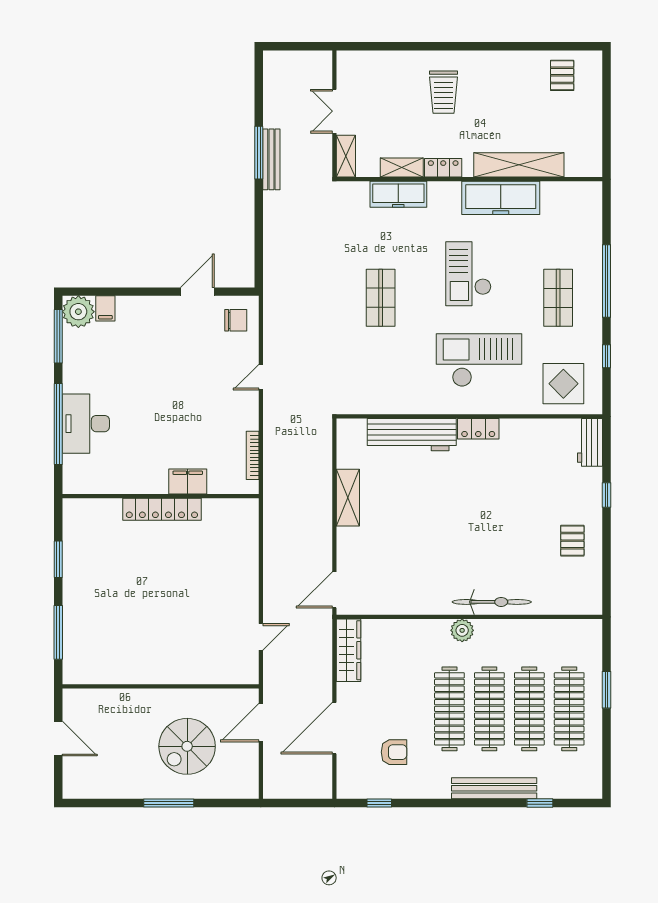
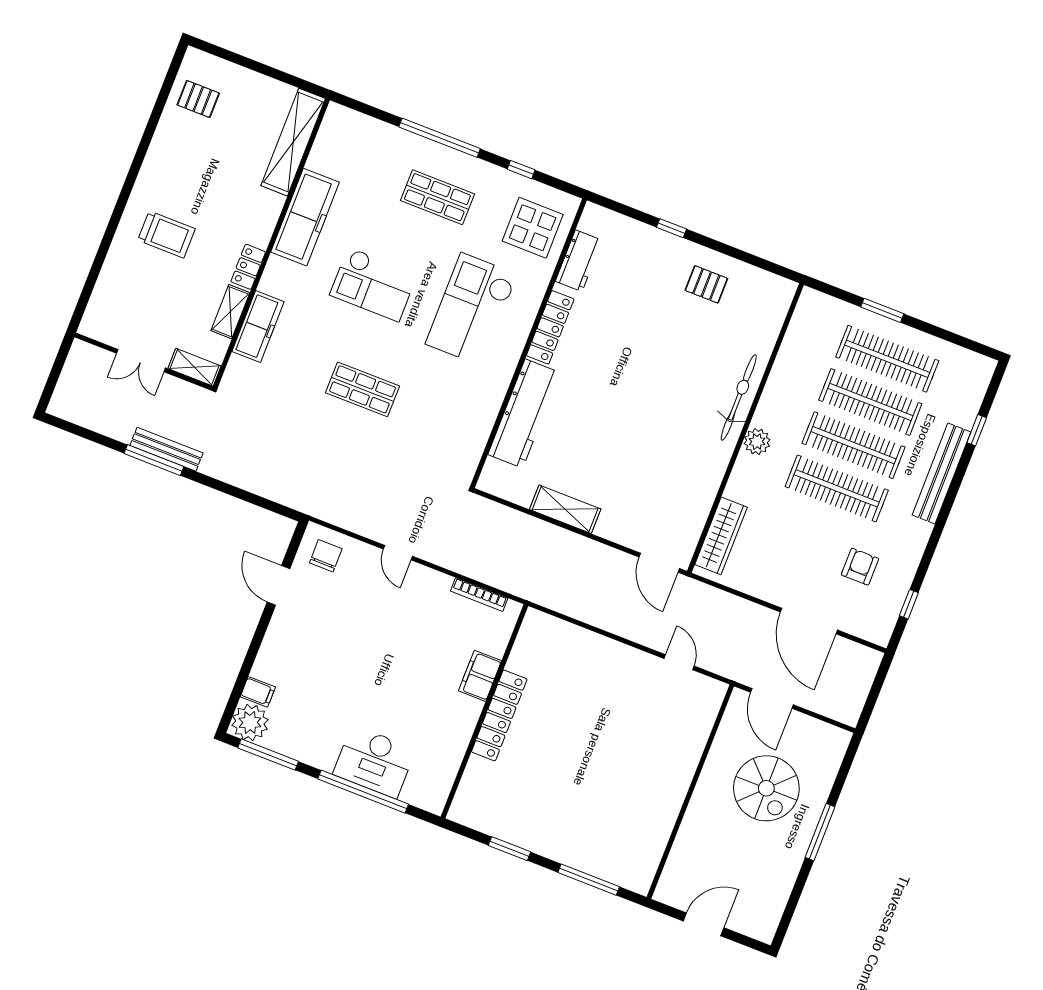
shelving: (519, 165) -> (293, 142), moved
locker: (478, 429) -> (550, 327), width x1.53
workbench: (590, 442) -> (579, 261), moved, turned -90
wardrobe: (349, 650) -> (721, 536), moved, turned 90

